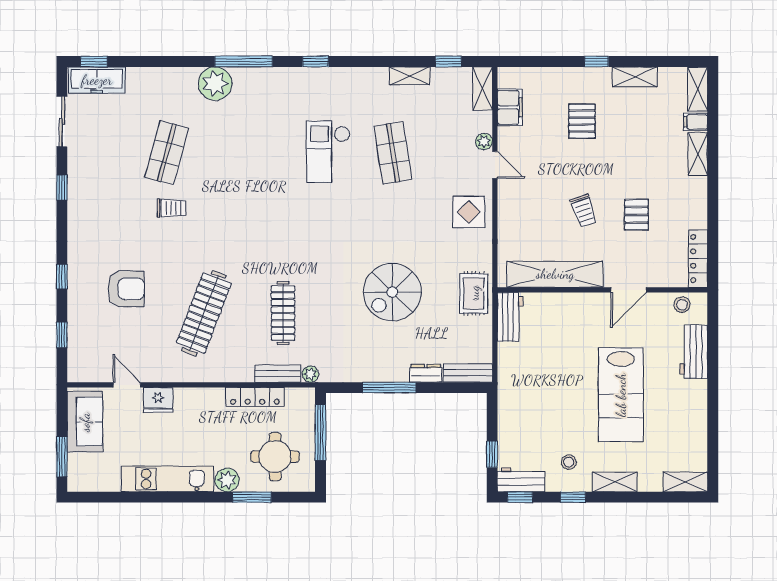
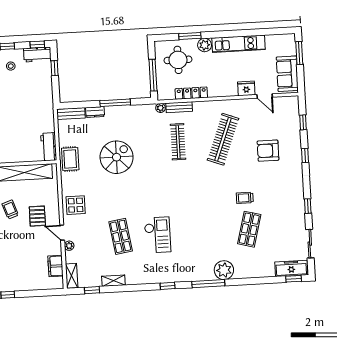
pallet: (582, 121) -> (37, 216), moved

